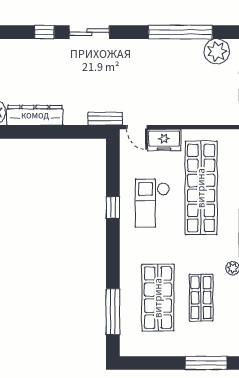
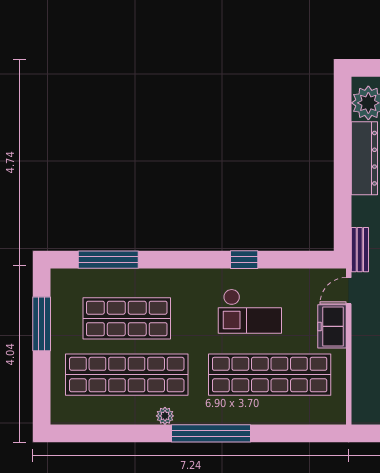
checkout: (152, 203) -> (250, 311), turned 180
shop shelf: (201, 298) -> (127, 375), width x2.00, depth x1.36
window: (206, 363) -> (42, 324), moved

